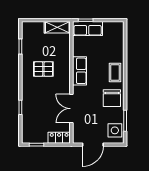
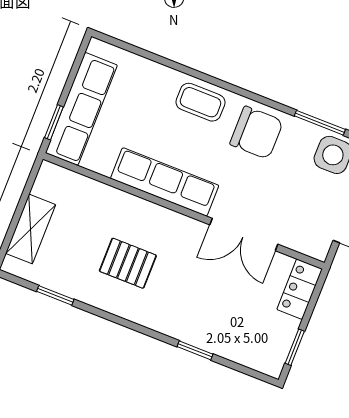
shelving: (57, 27) -> (31, 229), moved
row of seats: (88, 28) -> (81, 109), width x1.48
pallet: (43, 69) -> (128, 263), turned 90
row of seats: (80, 71) -> (165, 182), width x1.48

